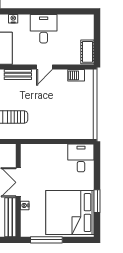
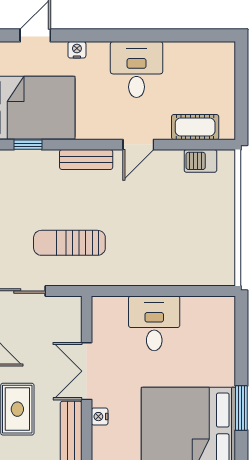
cot: (87, 52) -> (195, 127), moved, turned 90
desk: (81, 158) -> (154, 323), moved

